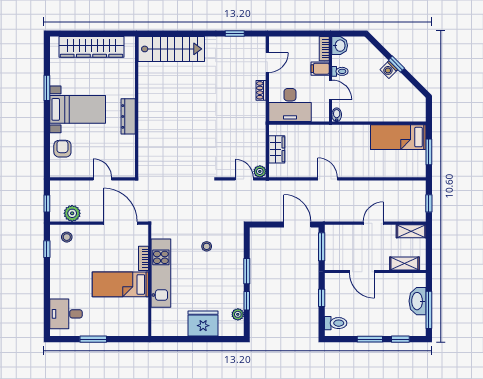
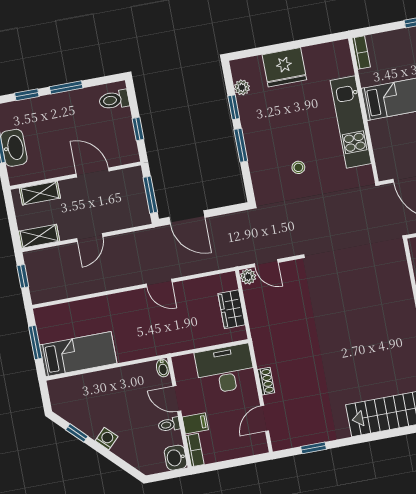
window: (396, 64) -> (77, 433), moved
bookcase: (143, 258) -> (361, 52), moved

